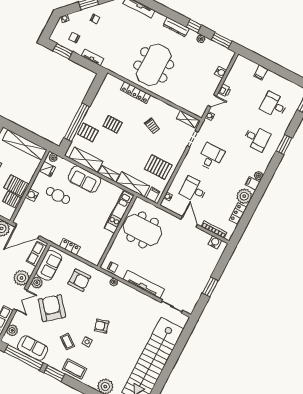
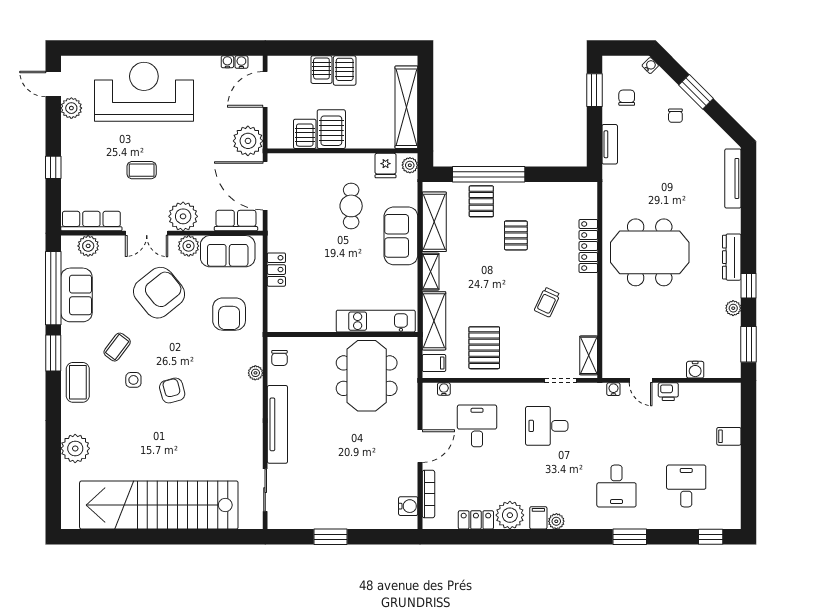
desk: (211, 157) -> (547, 426), turned 180
water cooler: (32, 195) -> (329, 162), removed

